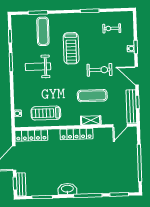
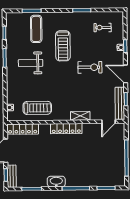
exercise mat: (92, 96) -> (82, 92), removed
treadmill: (46, 113) -> (37, 108), turned 180

